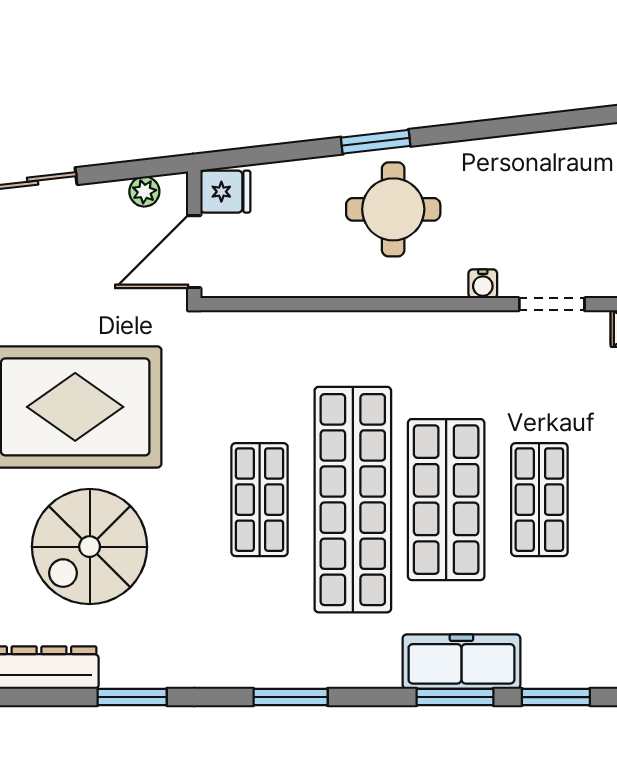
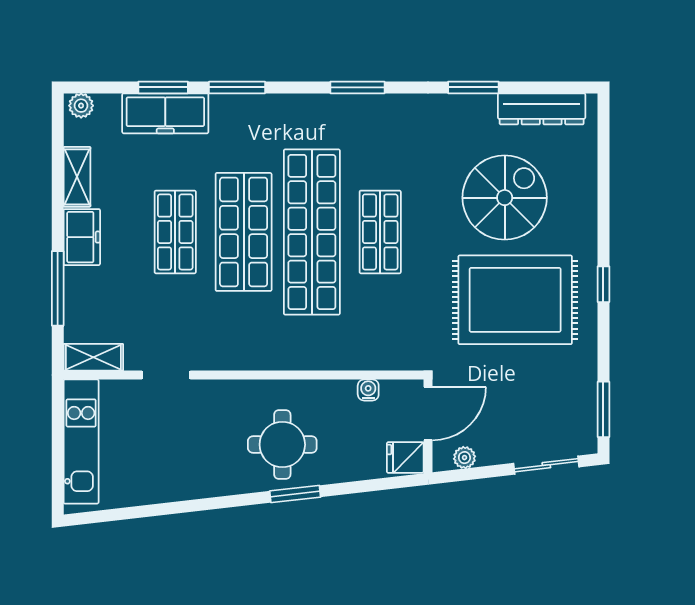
water cooler: (483, 284) -> (368, 390), moved
freezer: (461, 662) -> (165, 113), moved

